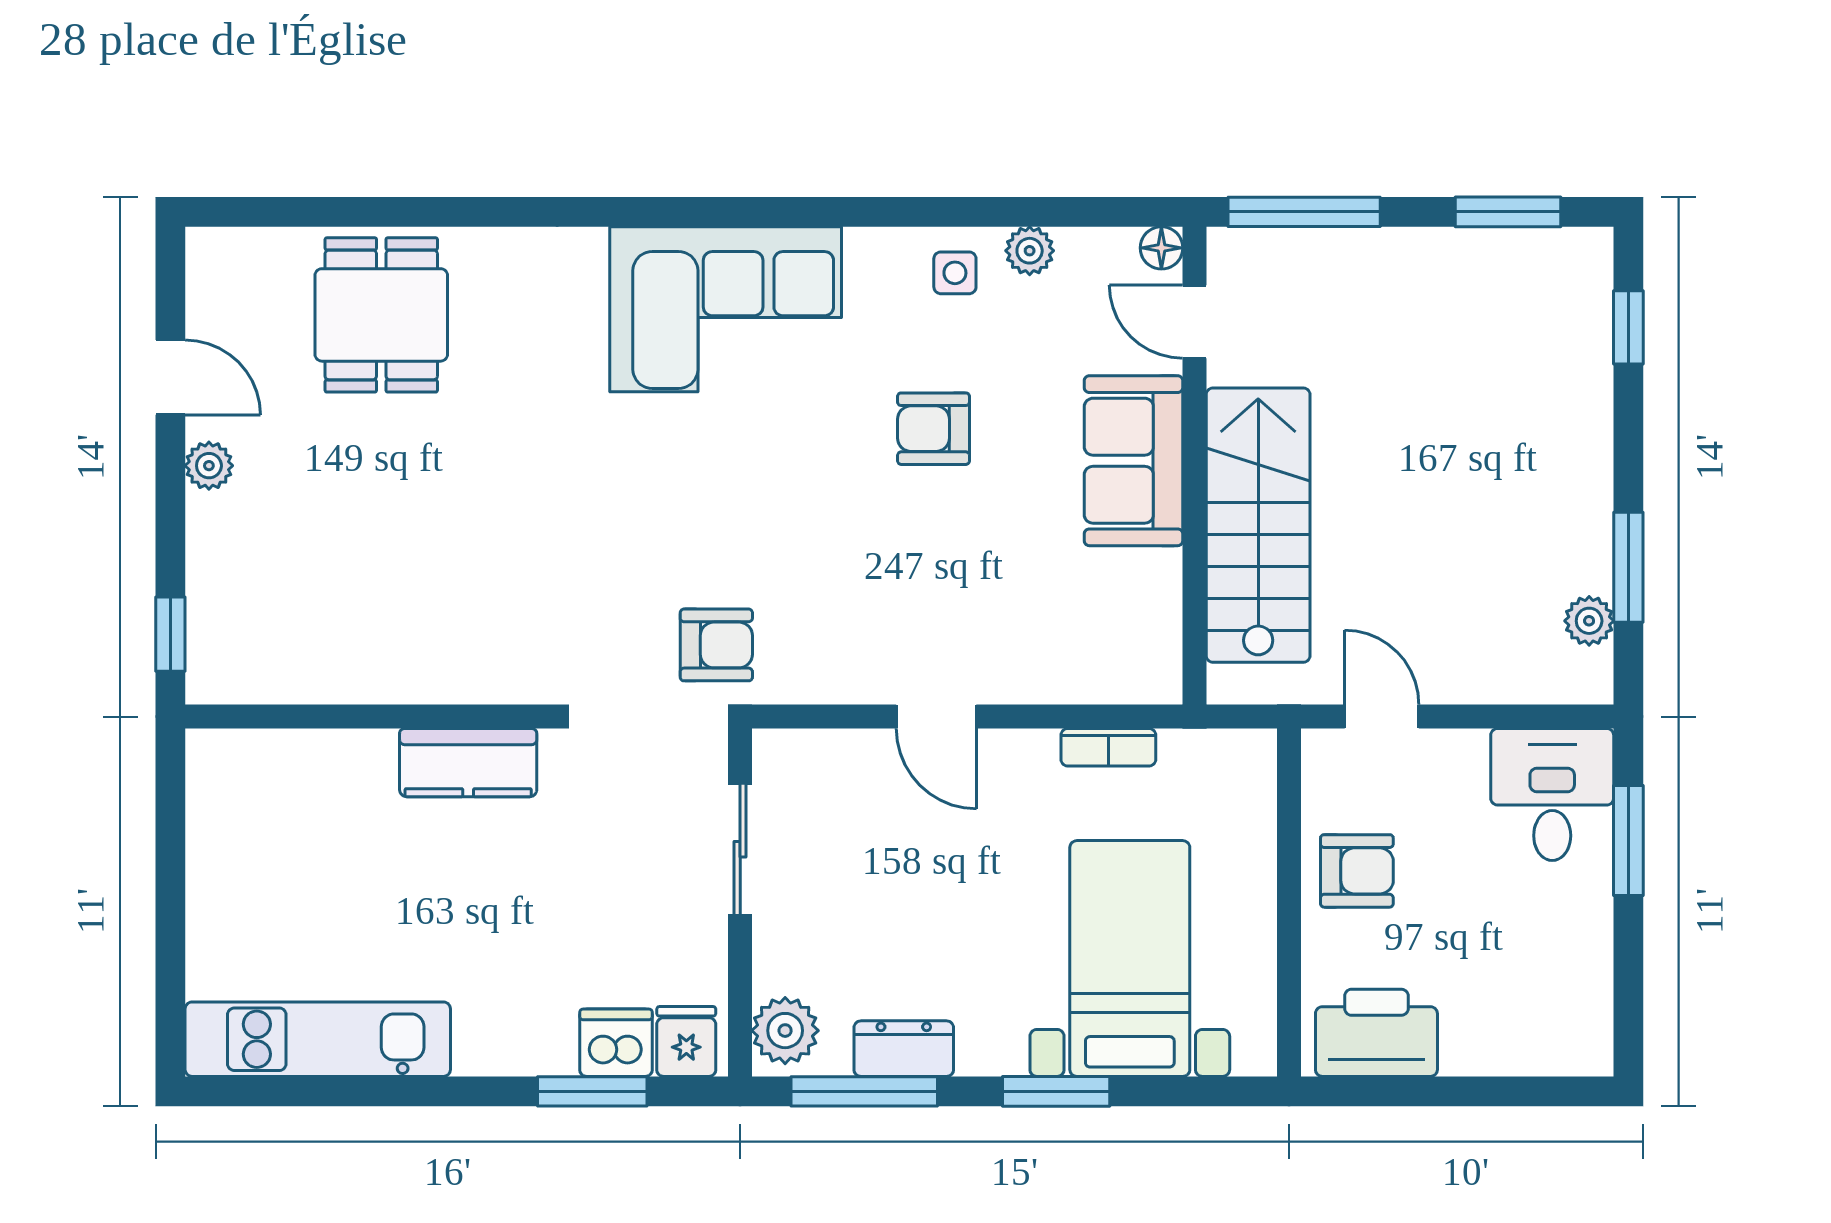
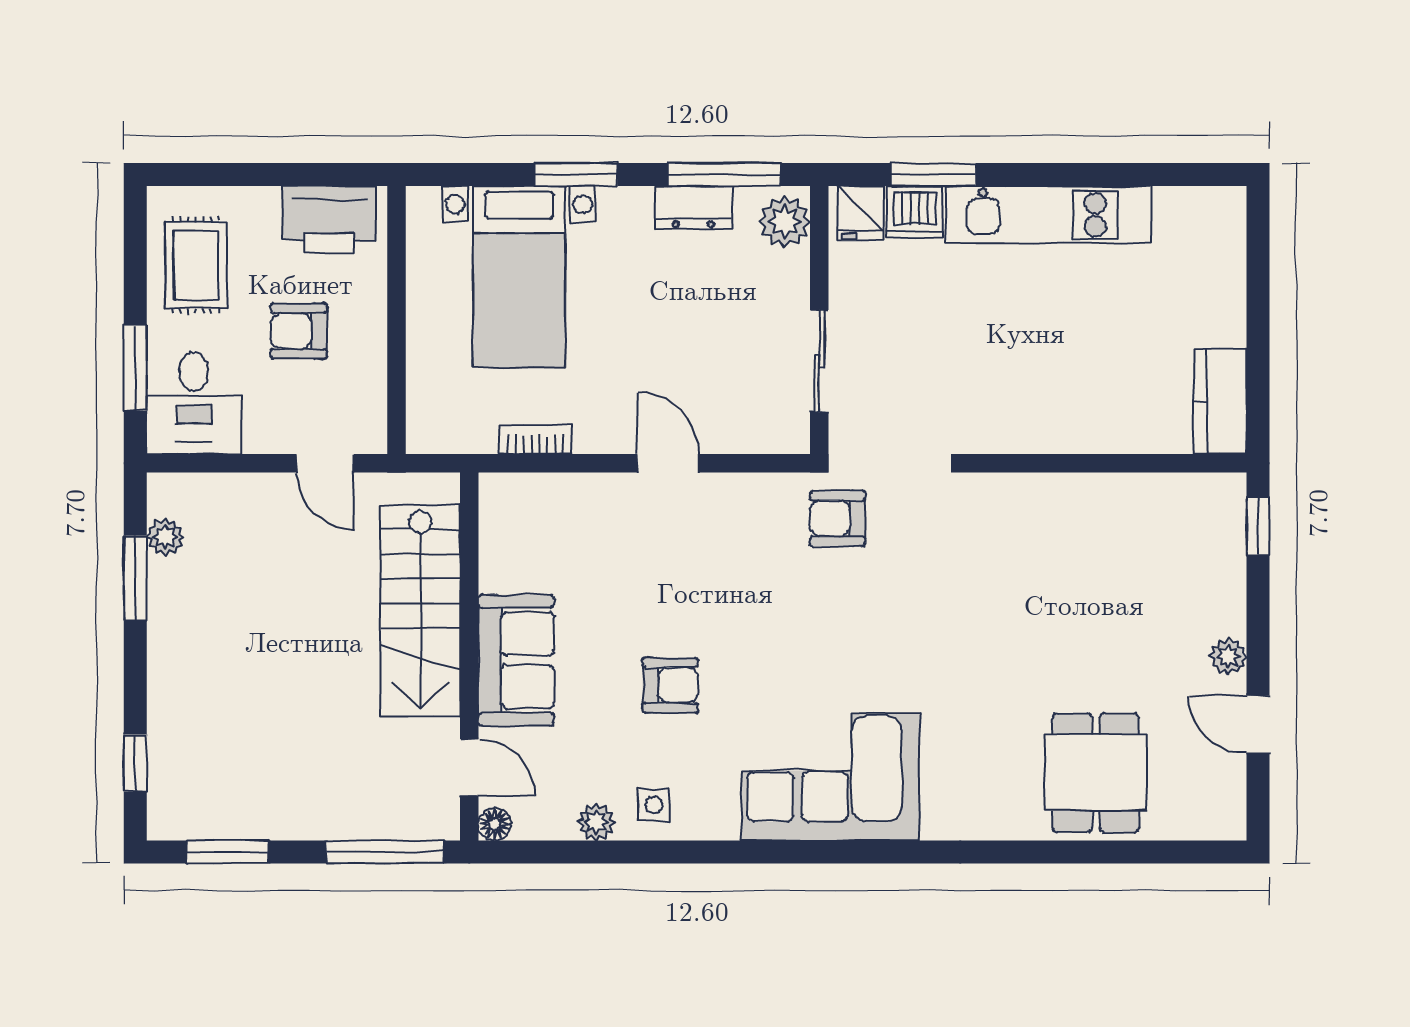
kitchen counter: (468, 763) -> (1220, 401), moved, turned -90
armchair: (1357, 871) -> (299, 331), moved
rug: (1550, 974) -> (196, 265), added
kitchen unit: (318, 1039) -> (1048, 215), moved

